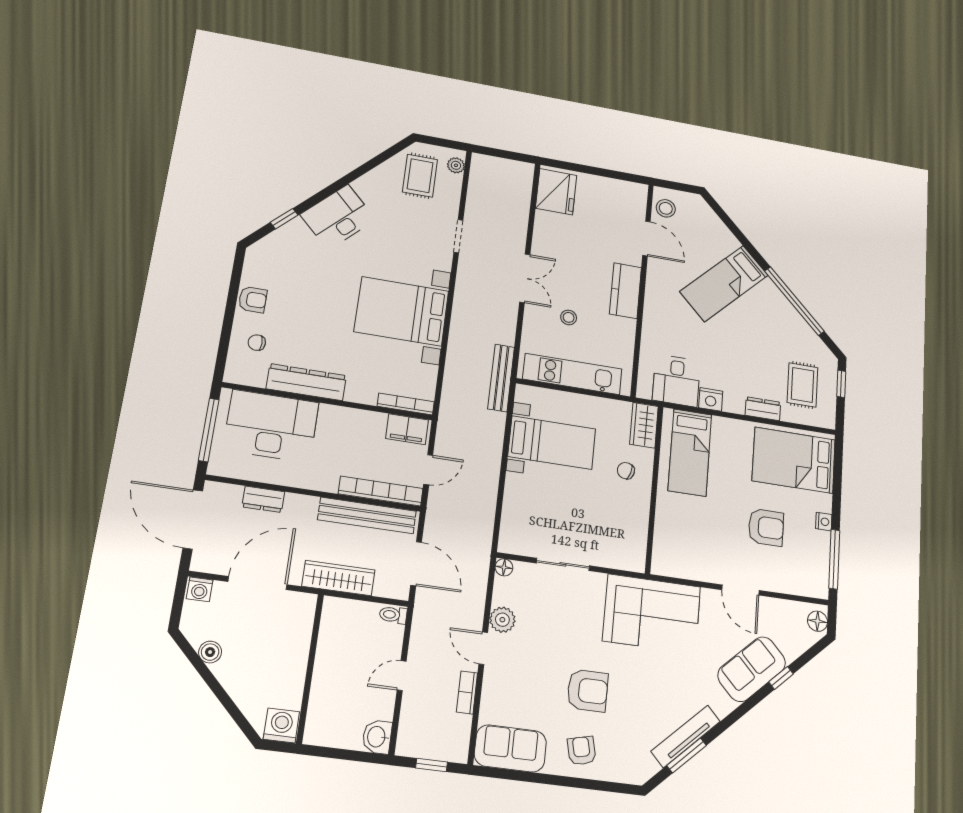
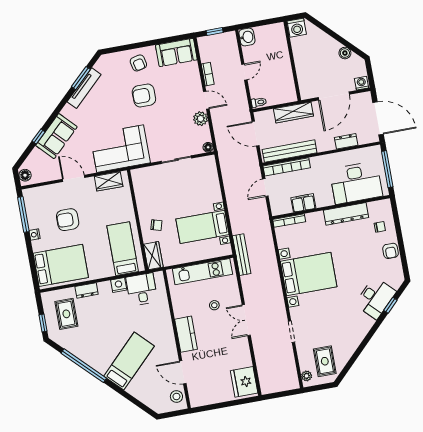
desk: (338, 217) -> (375, 298), moved
armchair: (253, 300) -> (391, 251), turned -90
filing cabinet: (407, 429) -> (303, 203), moved
wardrobe: (685, 566) -> (109, 181), added

